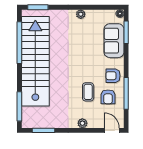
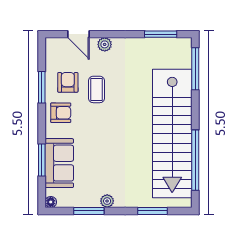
window: (38, 7) -> (153, 211), moved
window: (93, 7) -> (89, 211), added
window: (126, 32) -> (42, 160), moved
window: (126, 93) -> (42, 87), width x0.69
door: (112, 130) -> (79, 34), moved

